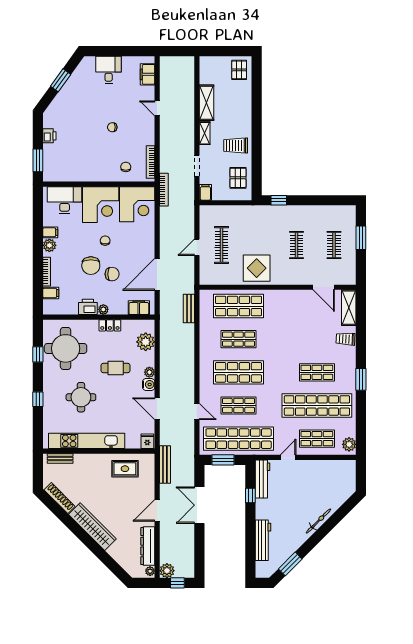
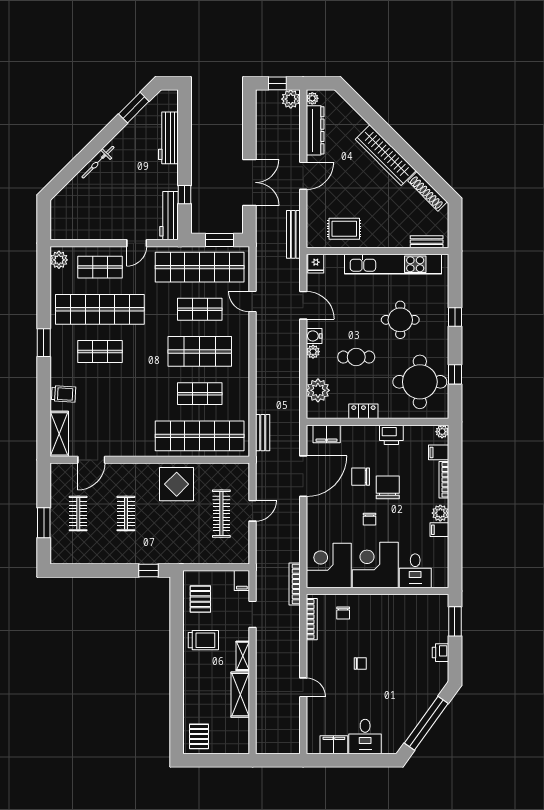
filing cabinet: (147, 74) -> (334, 745), moved, turned -90
window: (61, 80) -> (426, 723), width x2.11
desk: (65, 200) -> (415, 571), width x0.73
door: (324, 287) -> (91, 460), swing flipped
shop shelf: (239, 306) -> (200, 436), width x1.40
plant: (103, 309) -> (442, 432), moved

